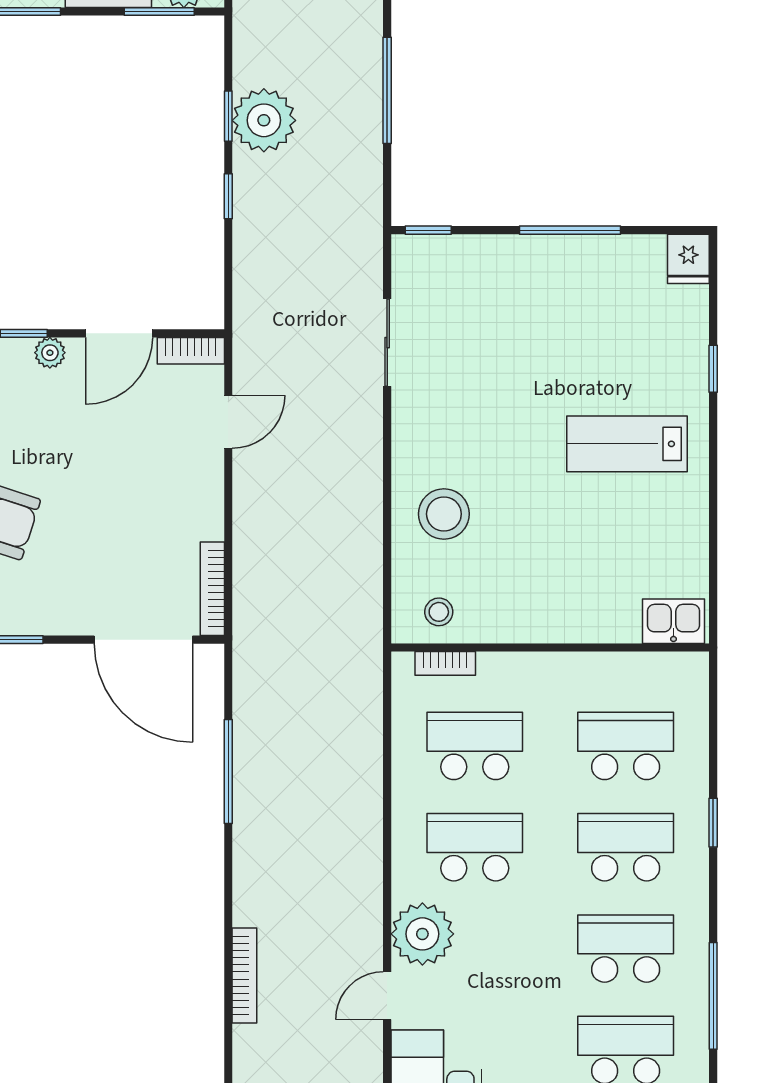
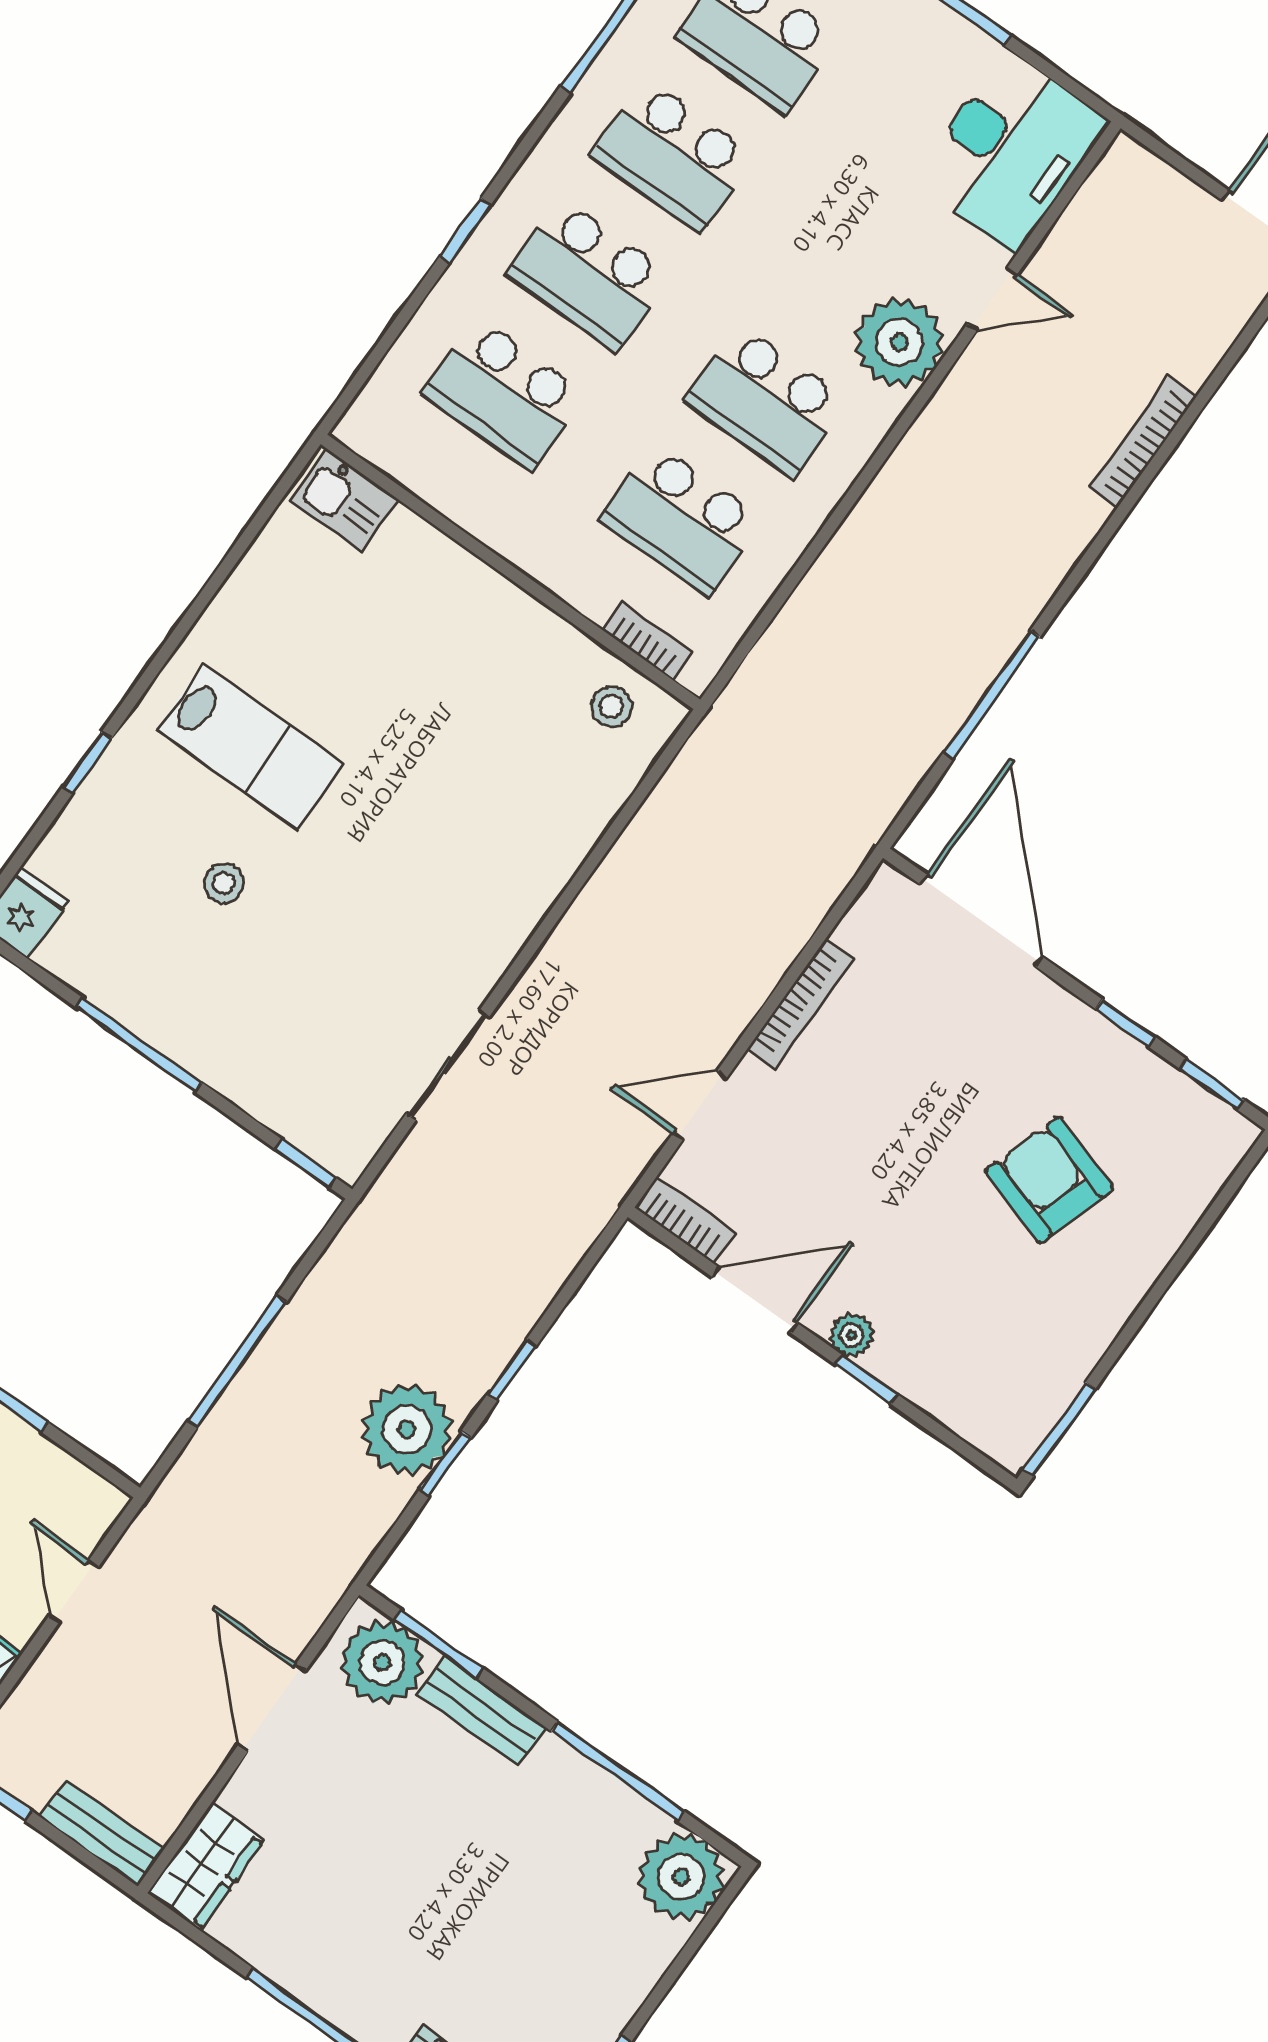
stool: (444, 514) -> (224, 883), moved, width x0.53, depth x0.53
bookcase: (212, 589) -> (800, 1004), moved

